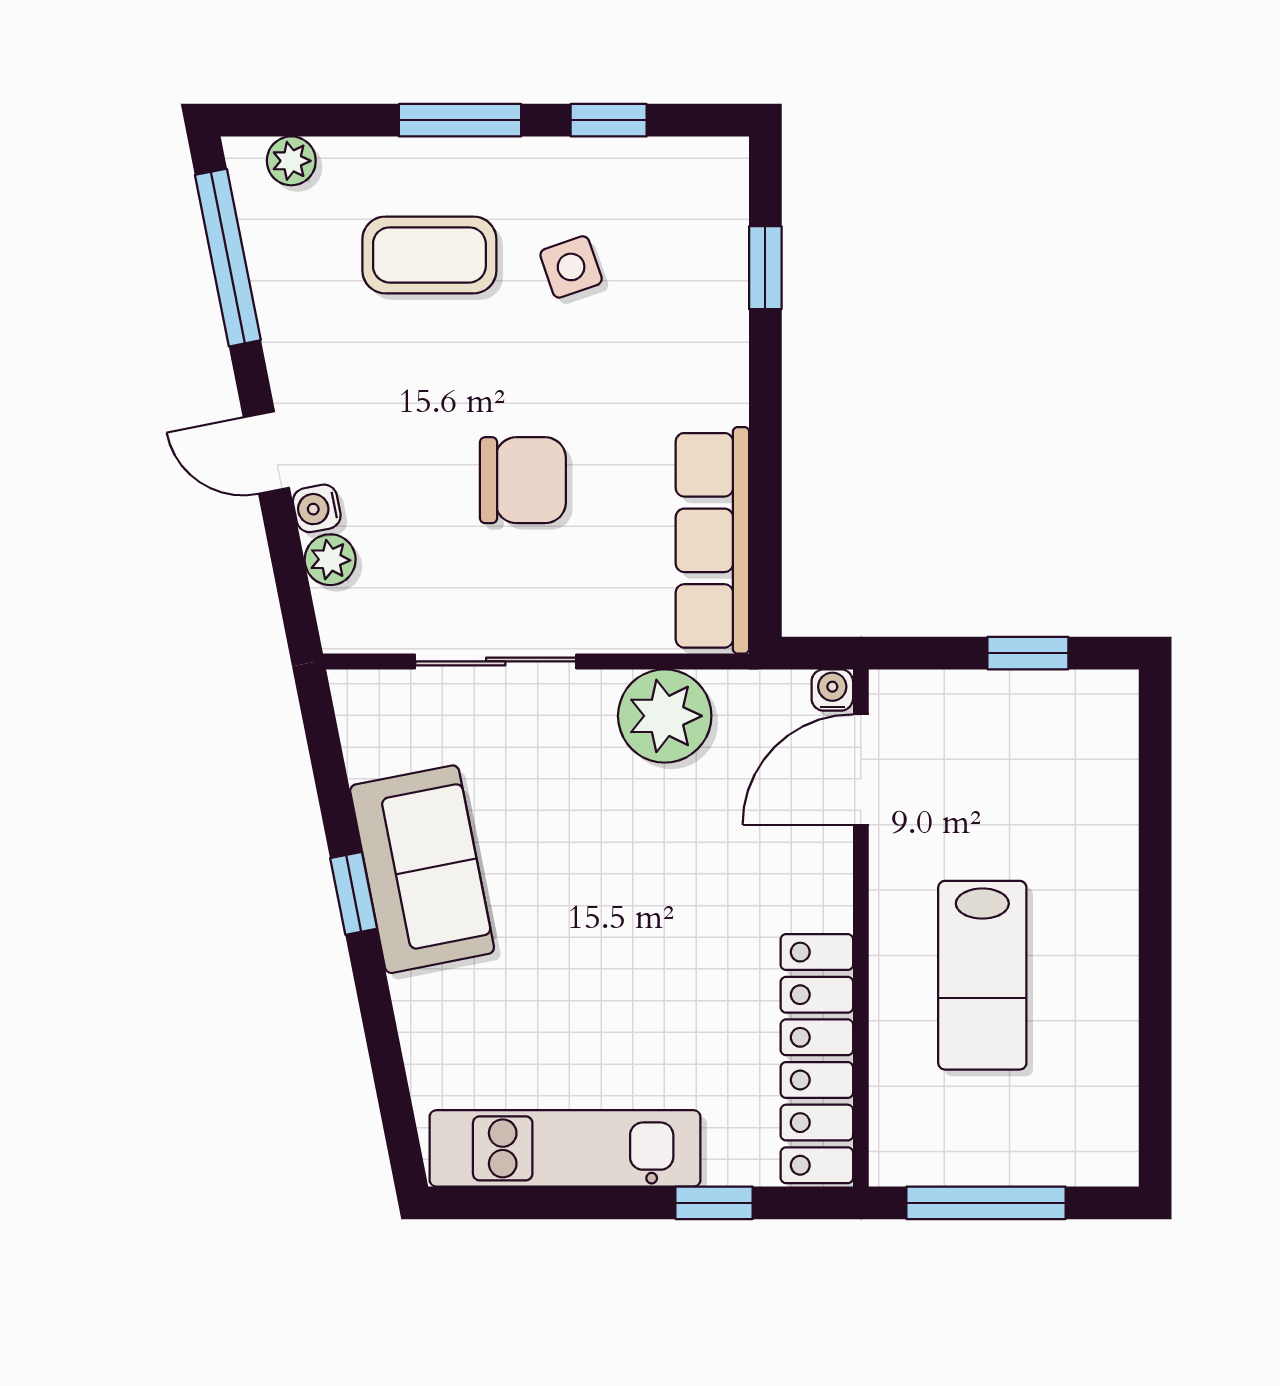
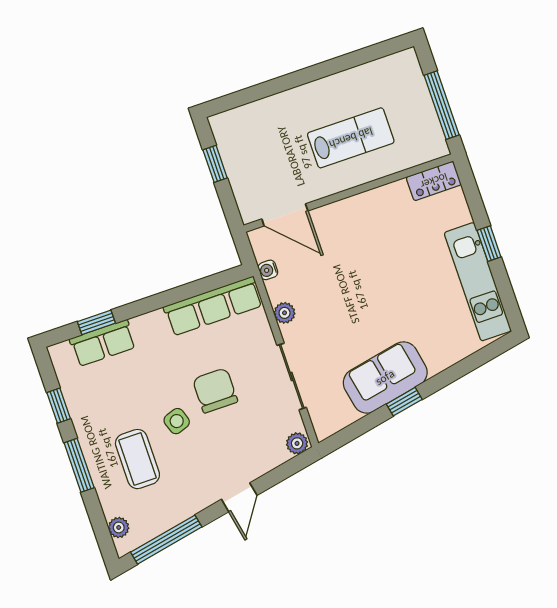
row of seats: (714, 266) -> (103, 343), added
side table: (571, 267) -> (177, 421), moved
water cooler: (317, 508) -> (255, 469), removed
plant: (330, 560) -> (297, 443), moved
water cooler: (832, 690) -> (268, 270), moved
plant: (665, 716) -> (285, 313), width x0.53, depth x0.53
locker: (817, 1059) -> (434, 181), width x0.46, depth x0.83
window: (714, 1203) -> (489, 244), moved

